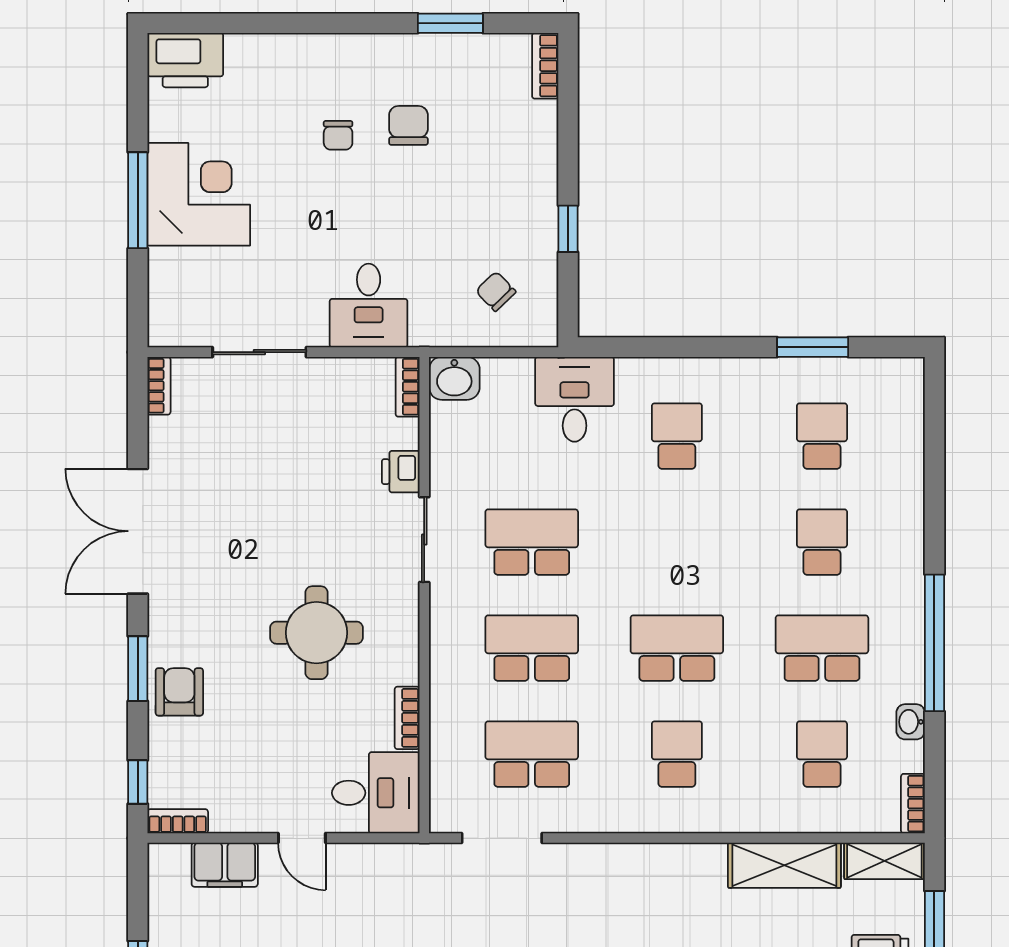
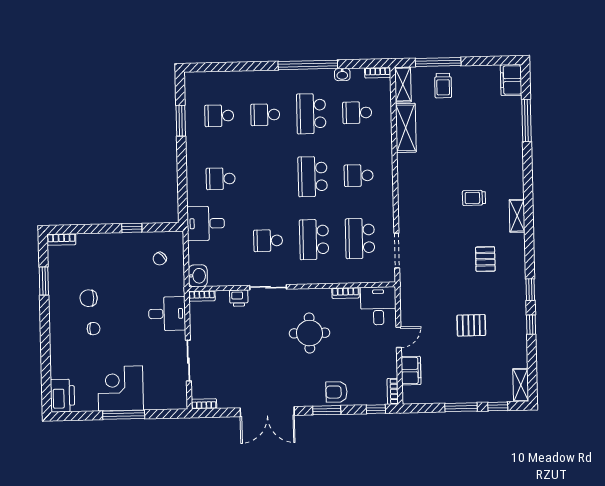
school desk: (532, 542) -> (268, 241), width x0.54

